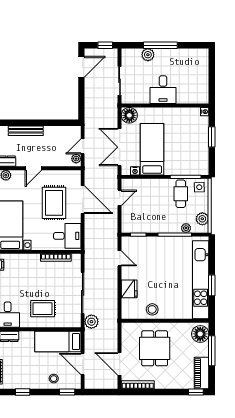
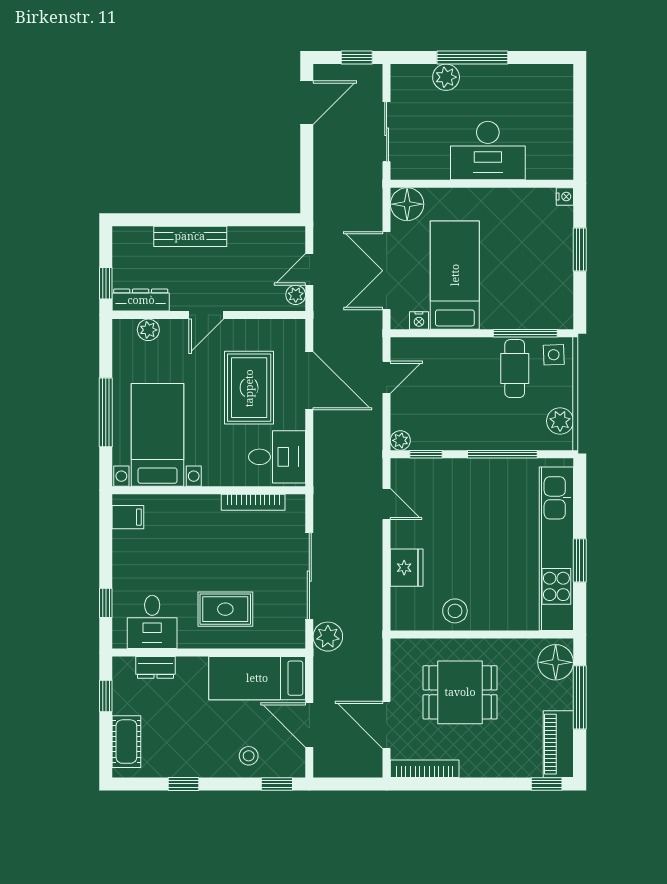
desk: (163, 90) -> (488, 151), width x1.37
plant: (186, 228) -> (400, 440), moved
dining table: (155, 348) -> (460, 692), turned 90

